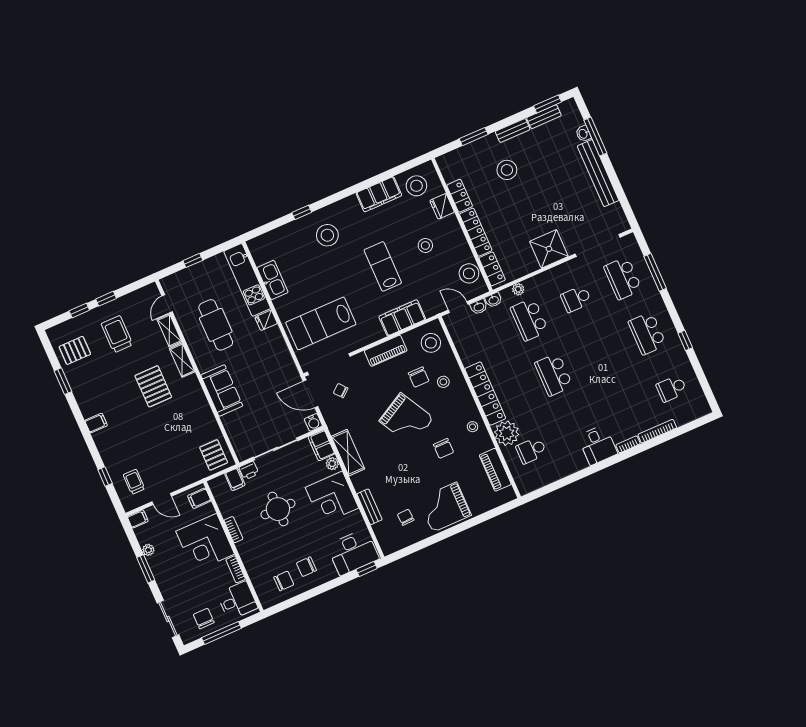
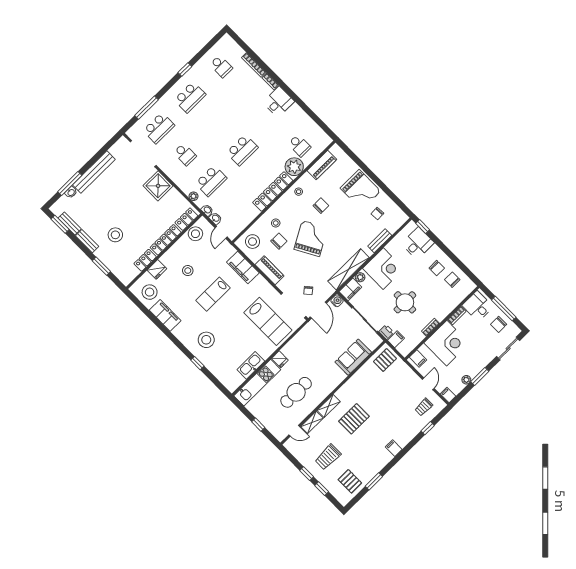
sofa: (222, 390) -> (353, 357), moved
shelving: (348, 453) -> (348, 269), width x1.47
desk: (353, 552) -> (418, 243), width x0.73

